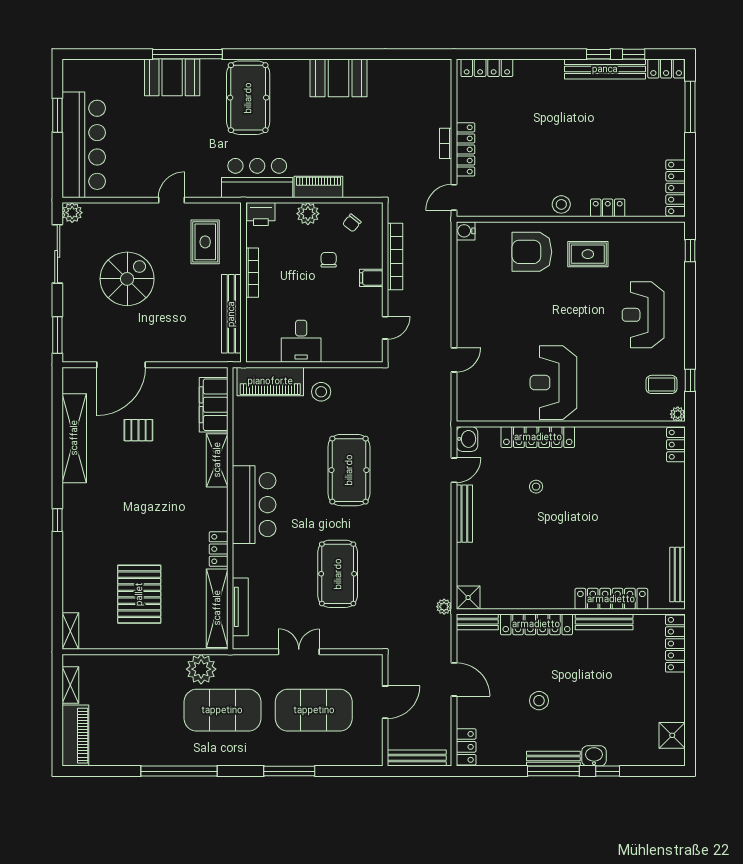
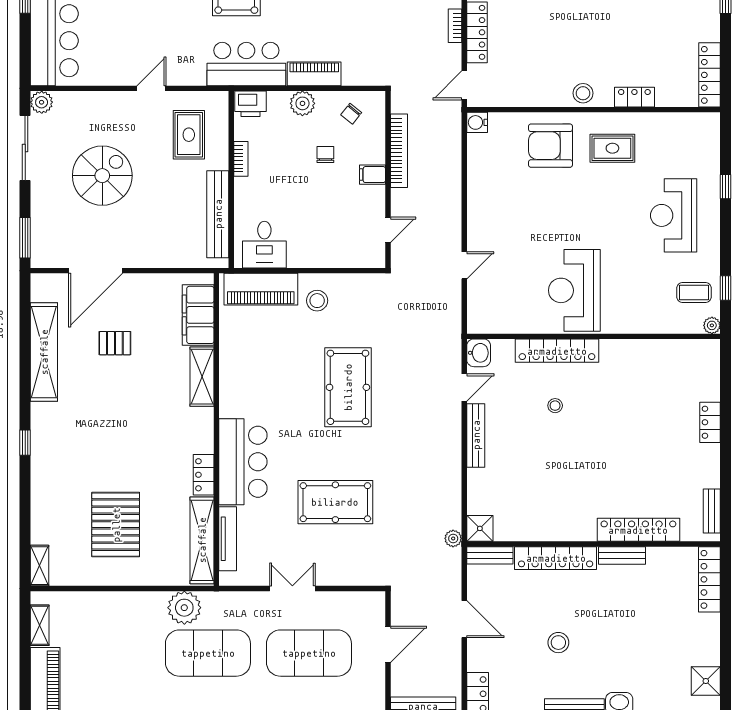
window: (690, 251) -> (726, 187), moved
bookcase: (252, 273) -> (241, 159), width x0.64
desk: (301, 341) -> (264, 245), moved
locker: (676, 445) -> (710, 422), moved
bar counter: (254, 505) -> (243, 462), moved
pool table: (338, 574) -> (335, 502), turned 90
bench: (678, 574) -> (712, 511), width x0.73
bench: (604, 622) -> (622, 555), width x0.73

